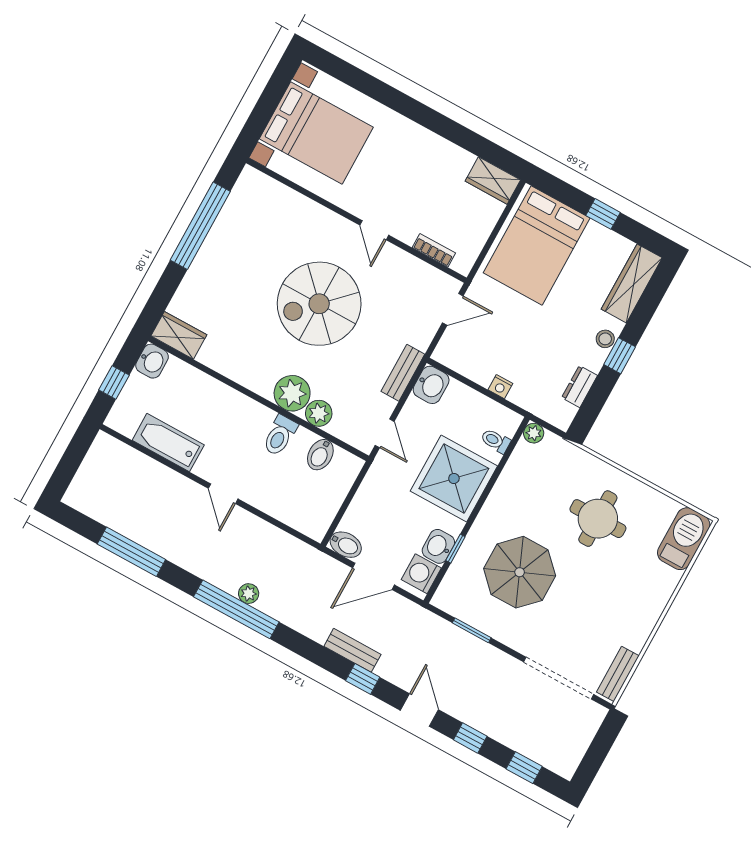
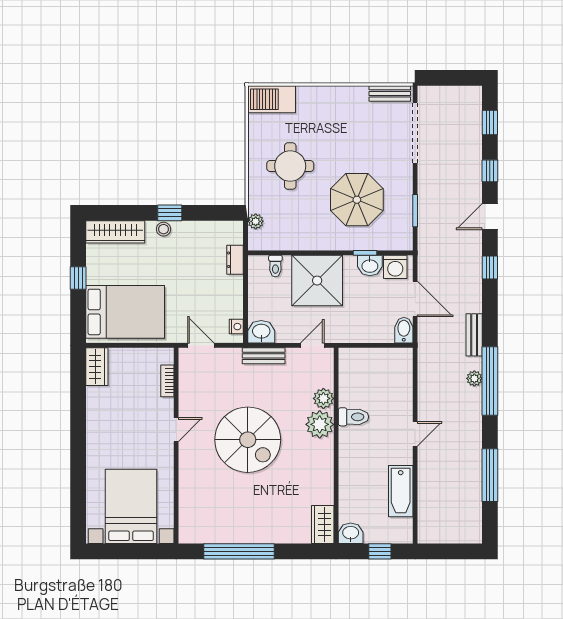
nightstand: (500, 387) -> (236, 327), moved
dresser: (580, 387) -> (235, 260), moved, turned 90
plant: (534, 433) -> (256, 221), moved
bidet: (320, 455) -> (351, 382), removed
bench: (352, 650) -> (474, 335), moved

